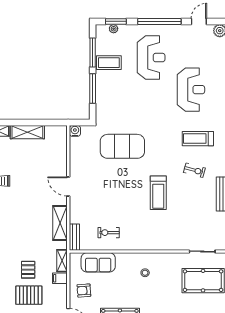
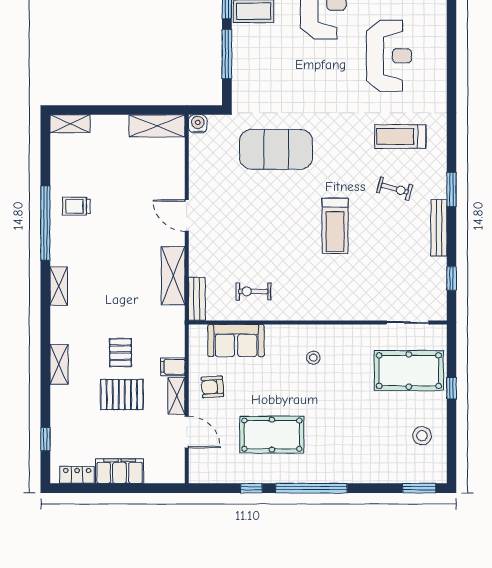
shelving: (27, 132) -> (157, 126), moved
shelving: (62, 261) -> (176, 396), moved

